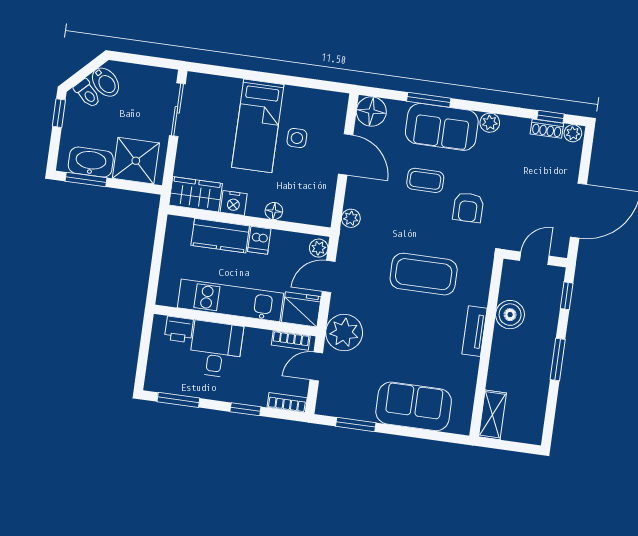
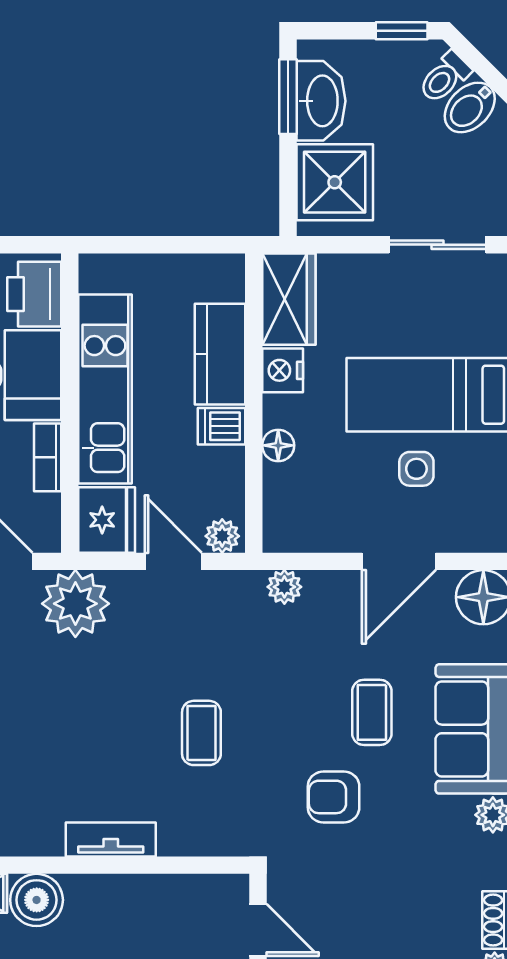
coffee table: (424, 274) -> (201, 733), width x0.54, depth x0.58
boiler: (510, 315) -> (37, 900), moved
printer: (179, 329) -> (34, 294), width x1.36, depth x1.24
bookcase: (291, 340) -> (48, 457), moved

